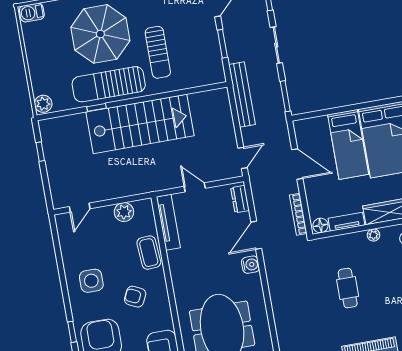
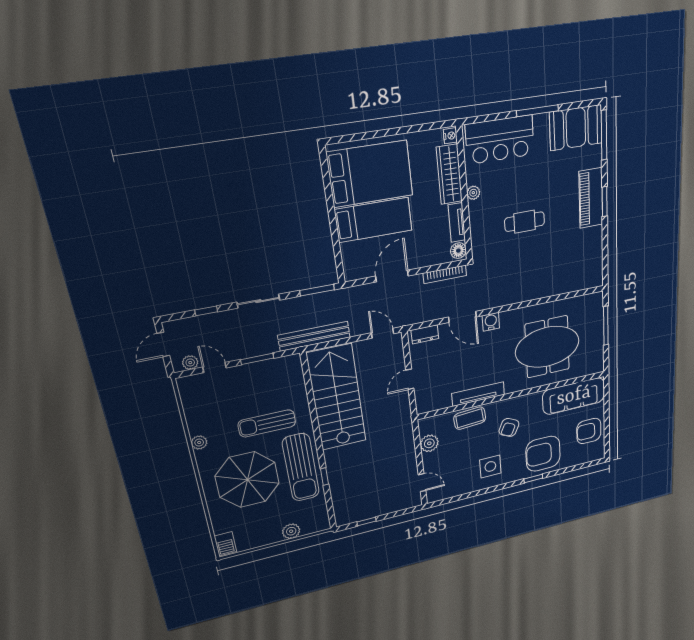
sun lounger: (158, 52) -> (267, 423), turned 180
plant: (43, 104) -> (291, 531), moved
stairs: (140, 124) -> (337, 398), moved
tv unit: (168, 222) -> (478, 394), moved

